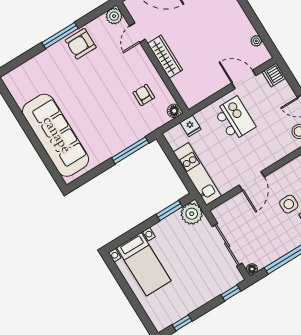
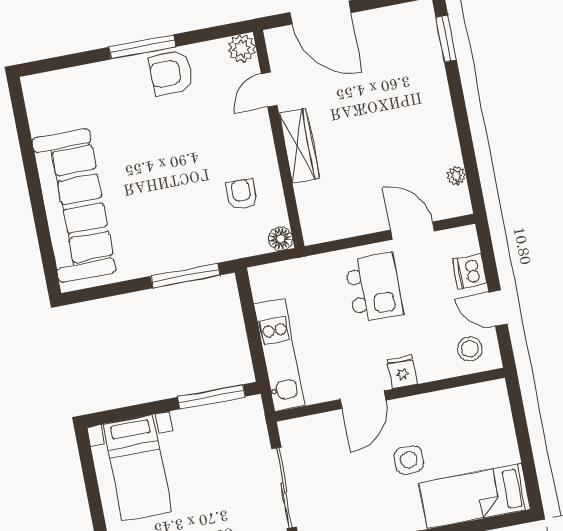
dishwasher: (274, 75) -> (470, 271), moved
fridge: (191, 126) -> (402, 372), moved, turned 180
window: (169, 211) -> (211, 397), width x1.44
plant: (192, 214) -> (246, 416), removed

